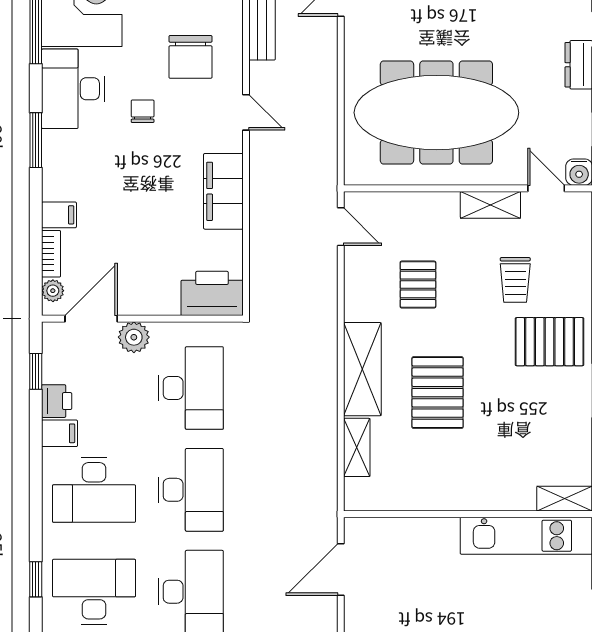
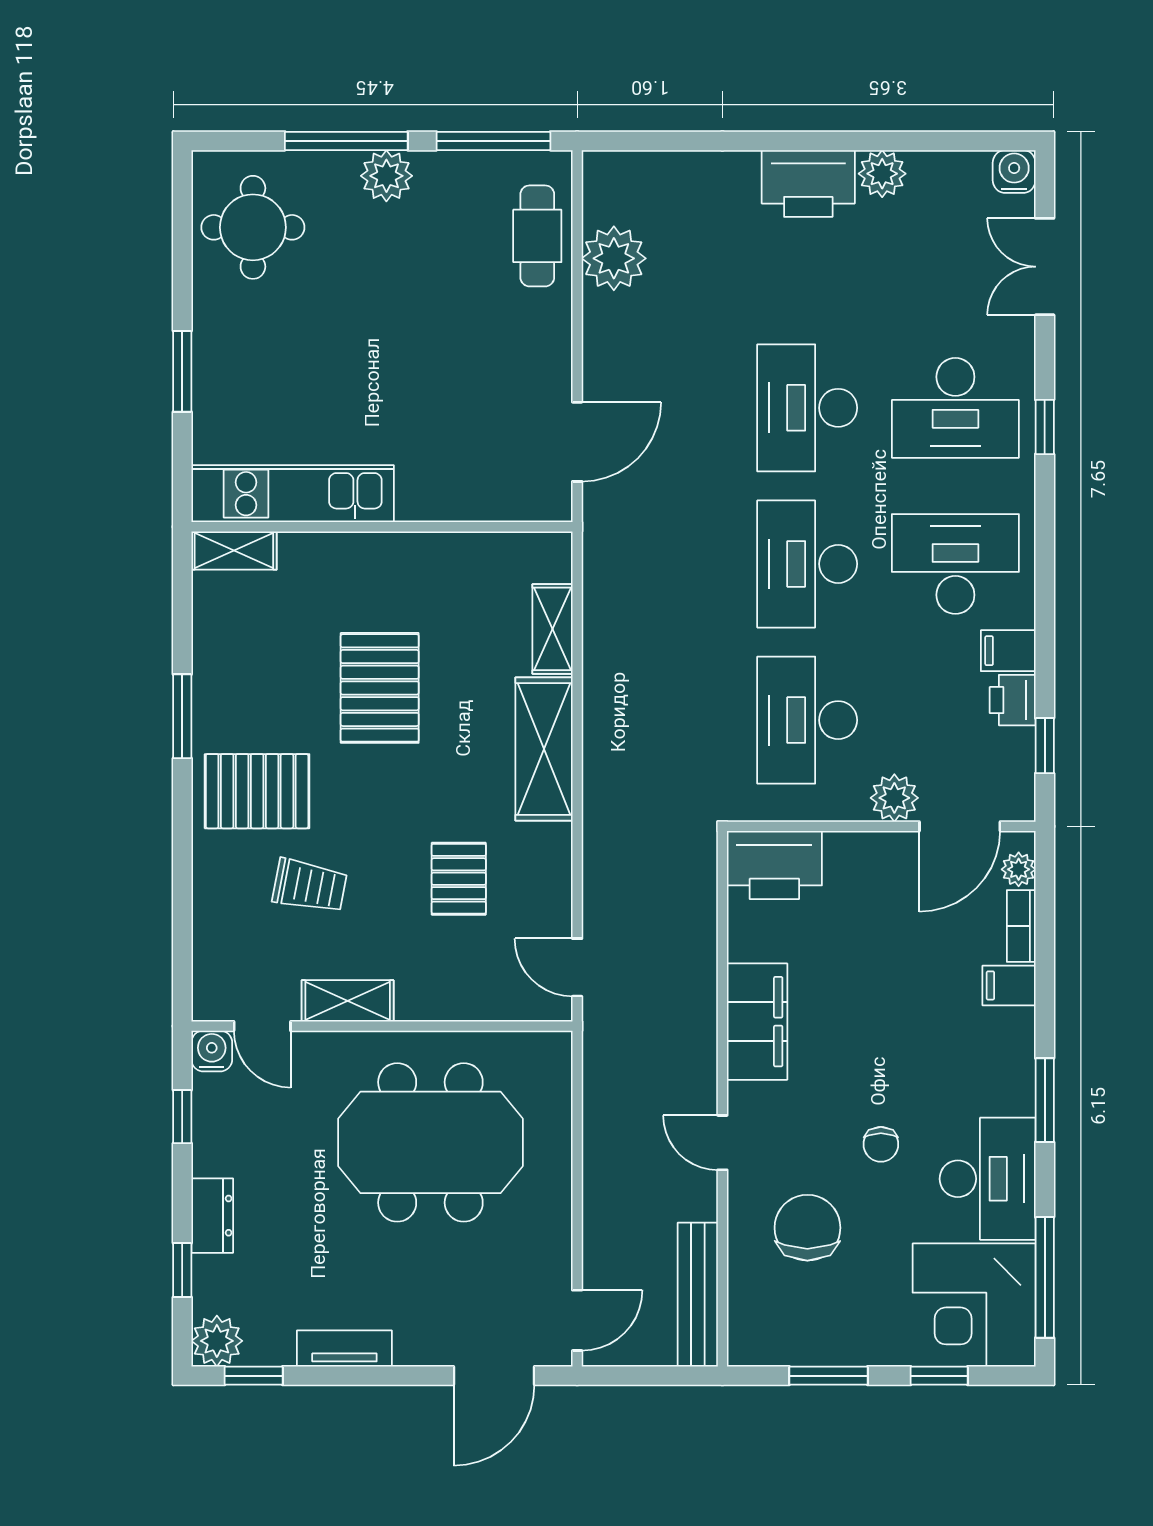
meeting table: (436, 113) -> (430, 1142), width x0.73
trolley: (515, 280) -> (310, 886), turned 101
pallet: (438, 393) -> (380, 688), moved

